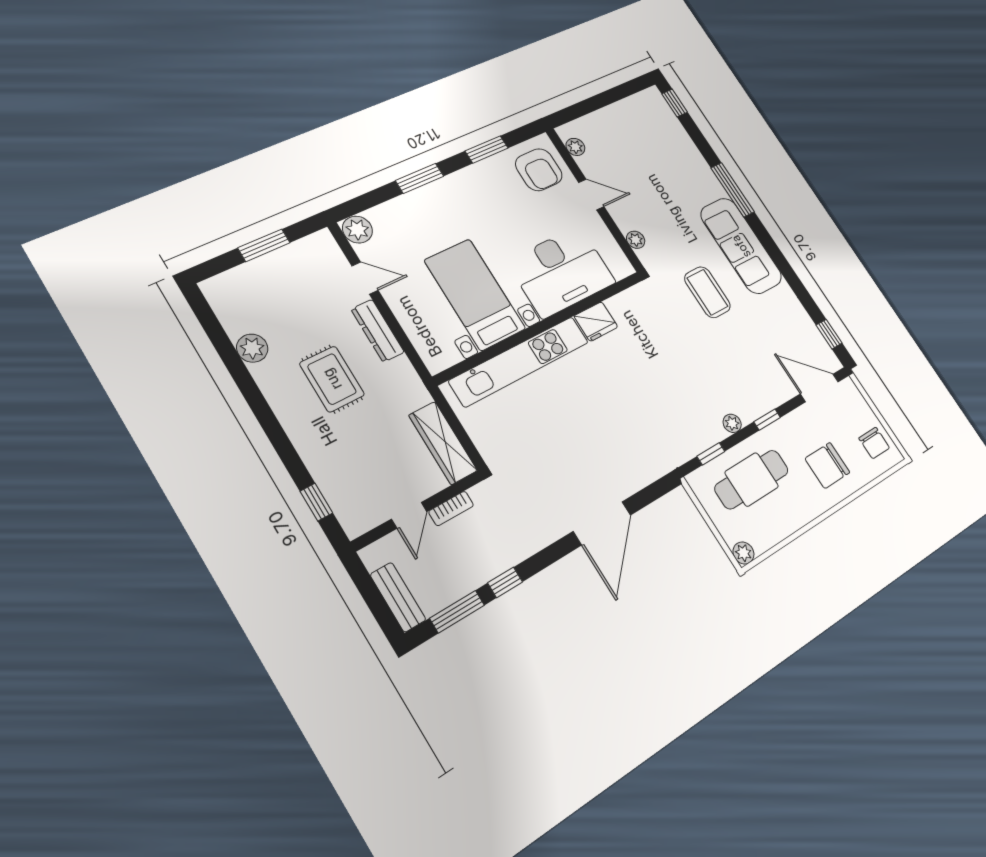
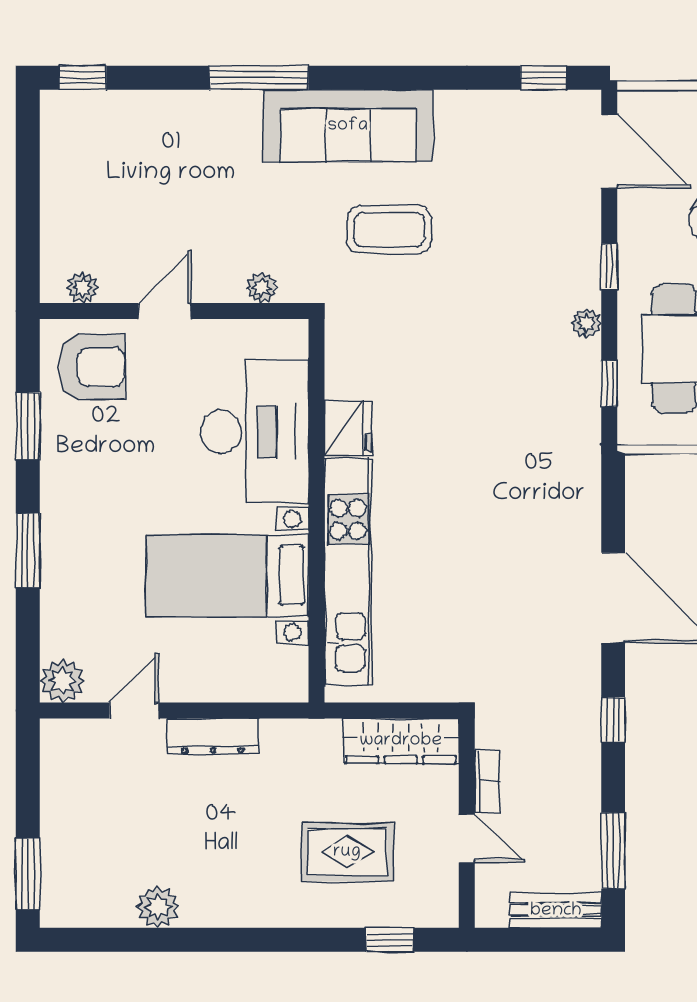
window: (264, 245) -> (28, 874), moved
rug: (332, 379) -> (347, 852), moved
door: (819, 388) -> (609, 152), swing flipped
window: (505, 582) -> (613, 720), moved

